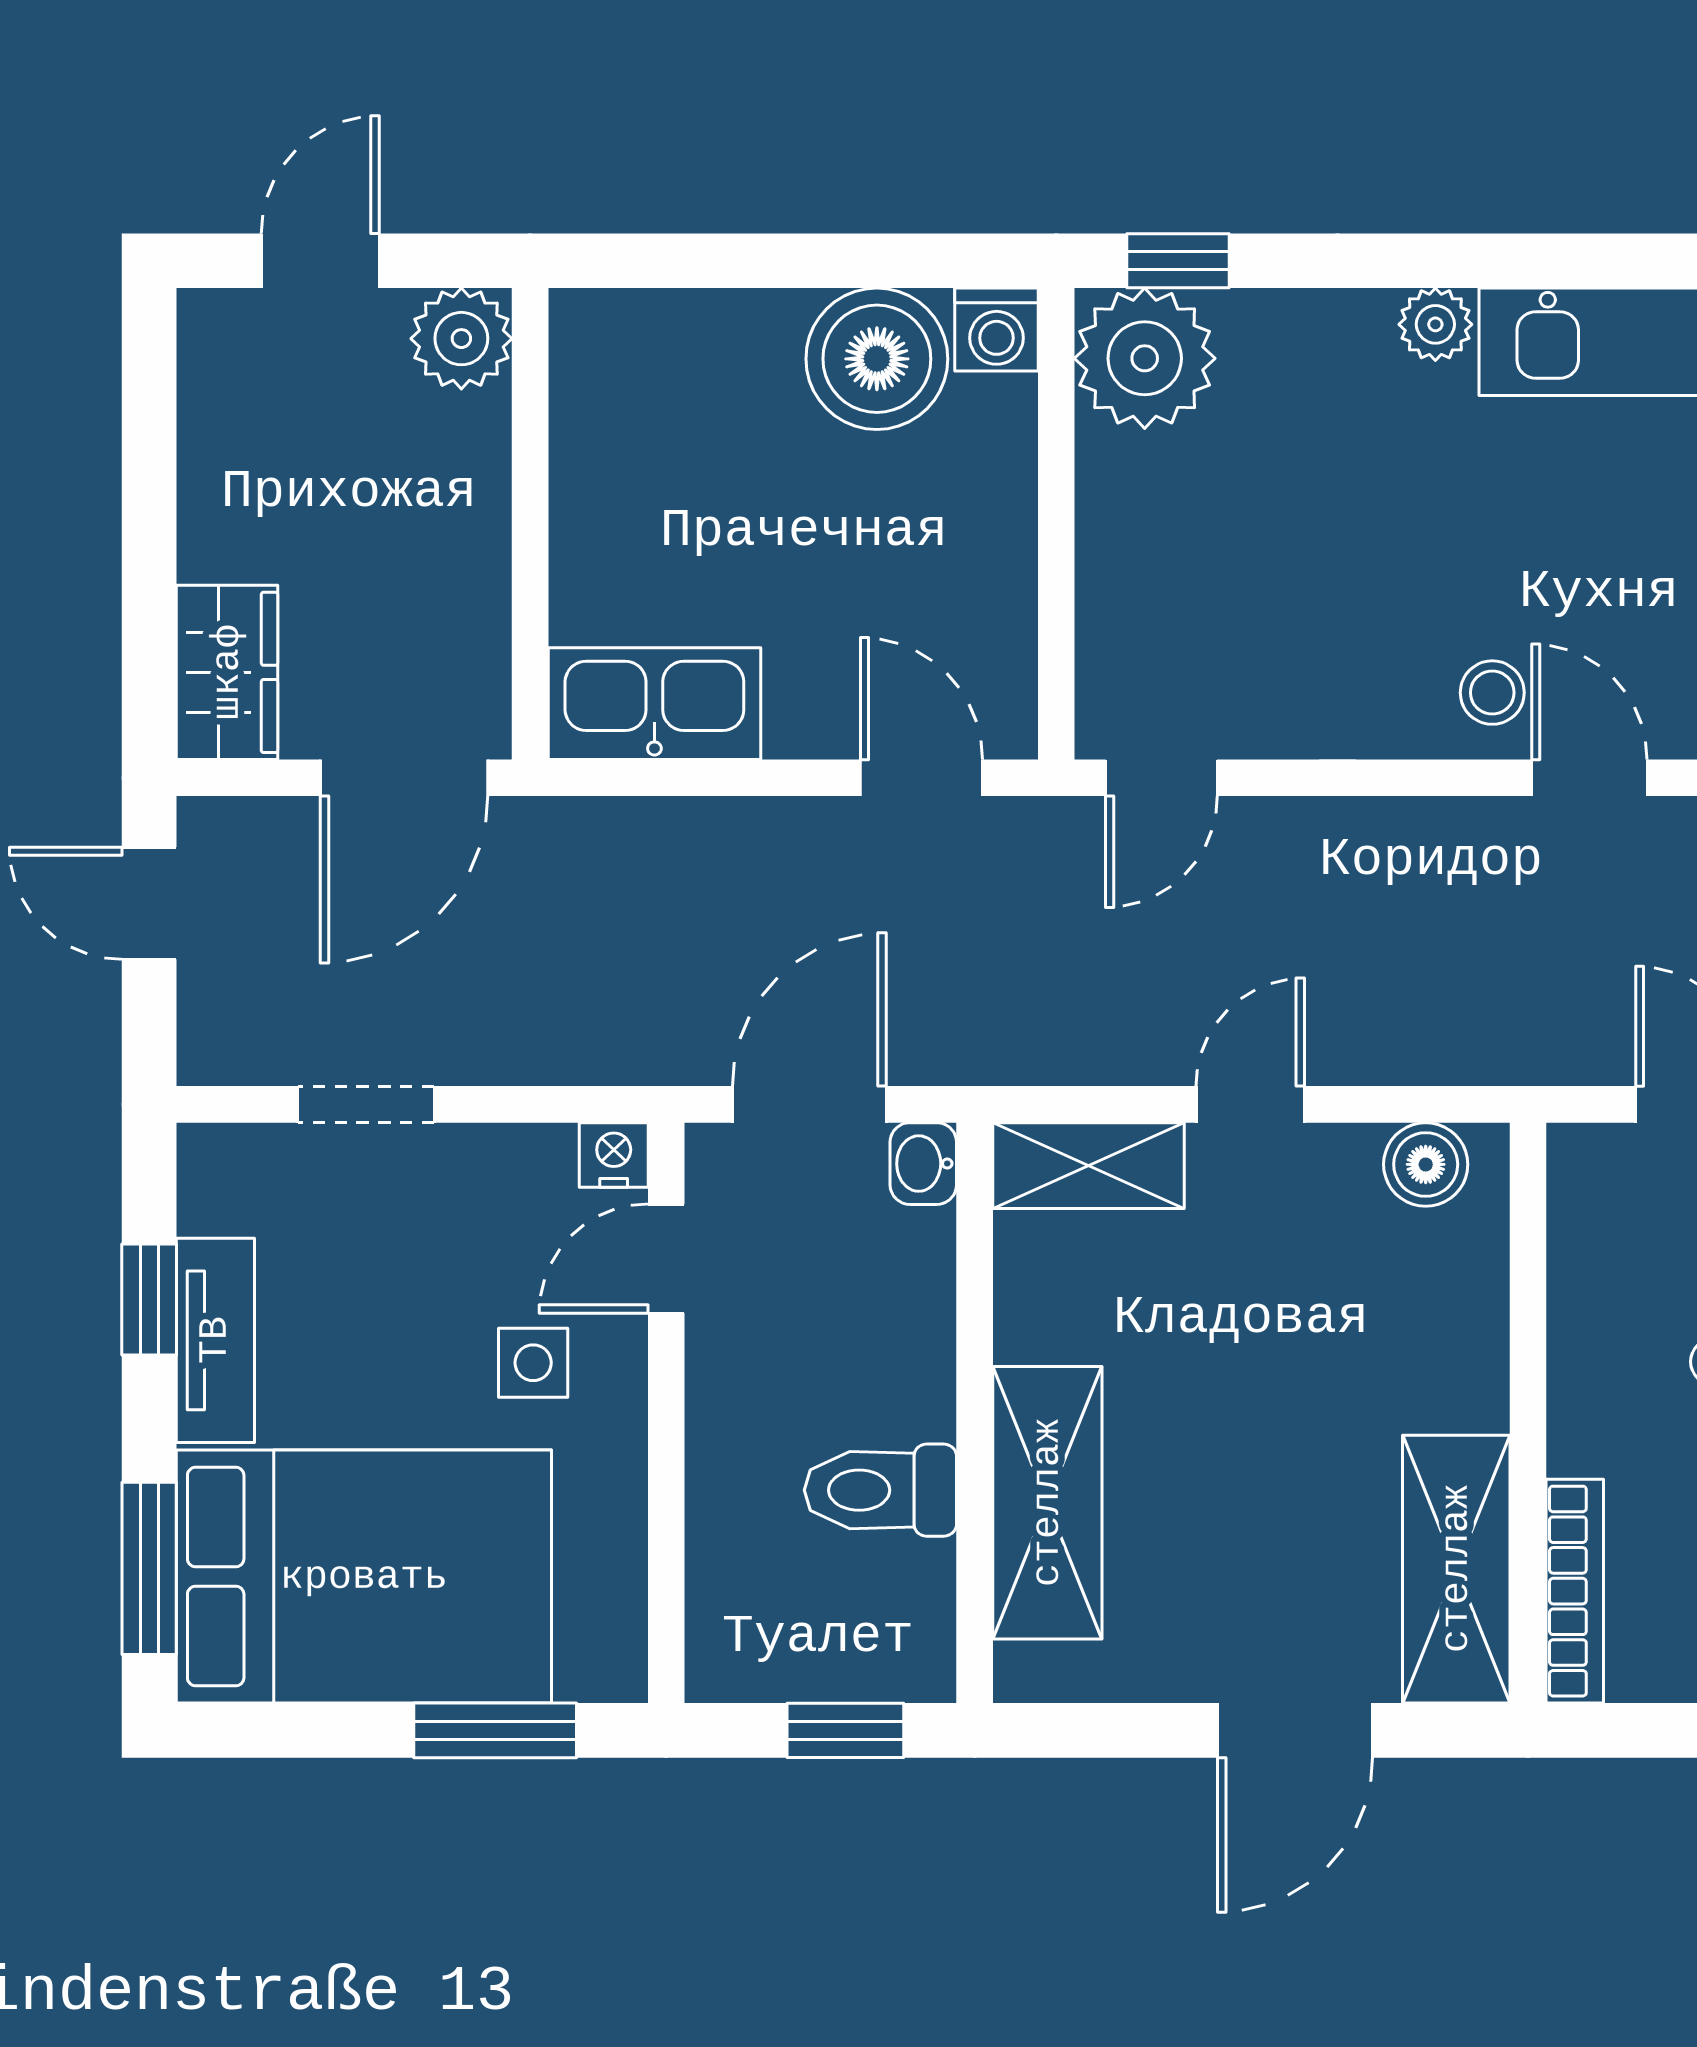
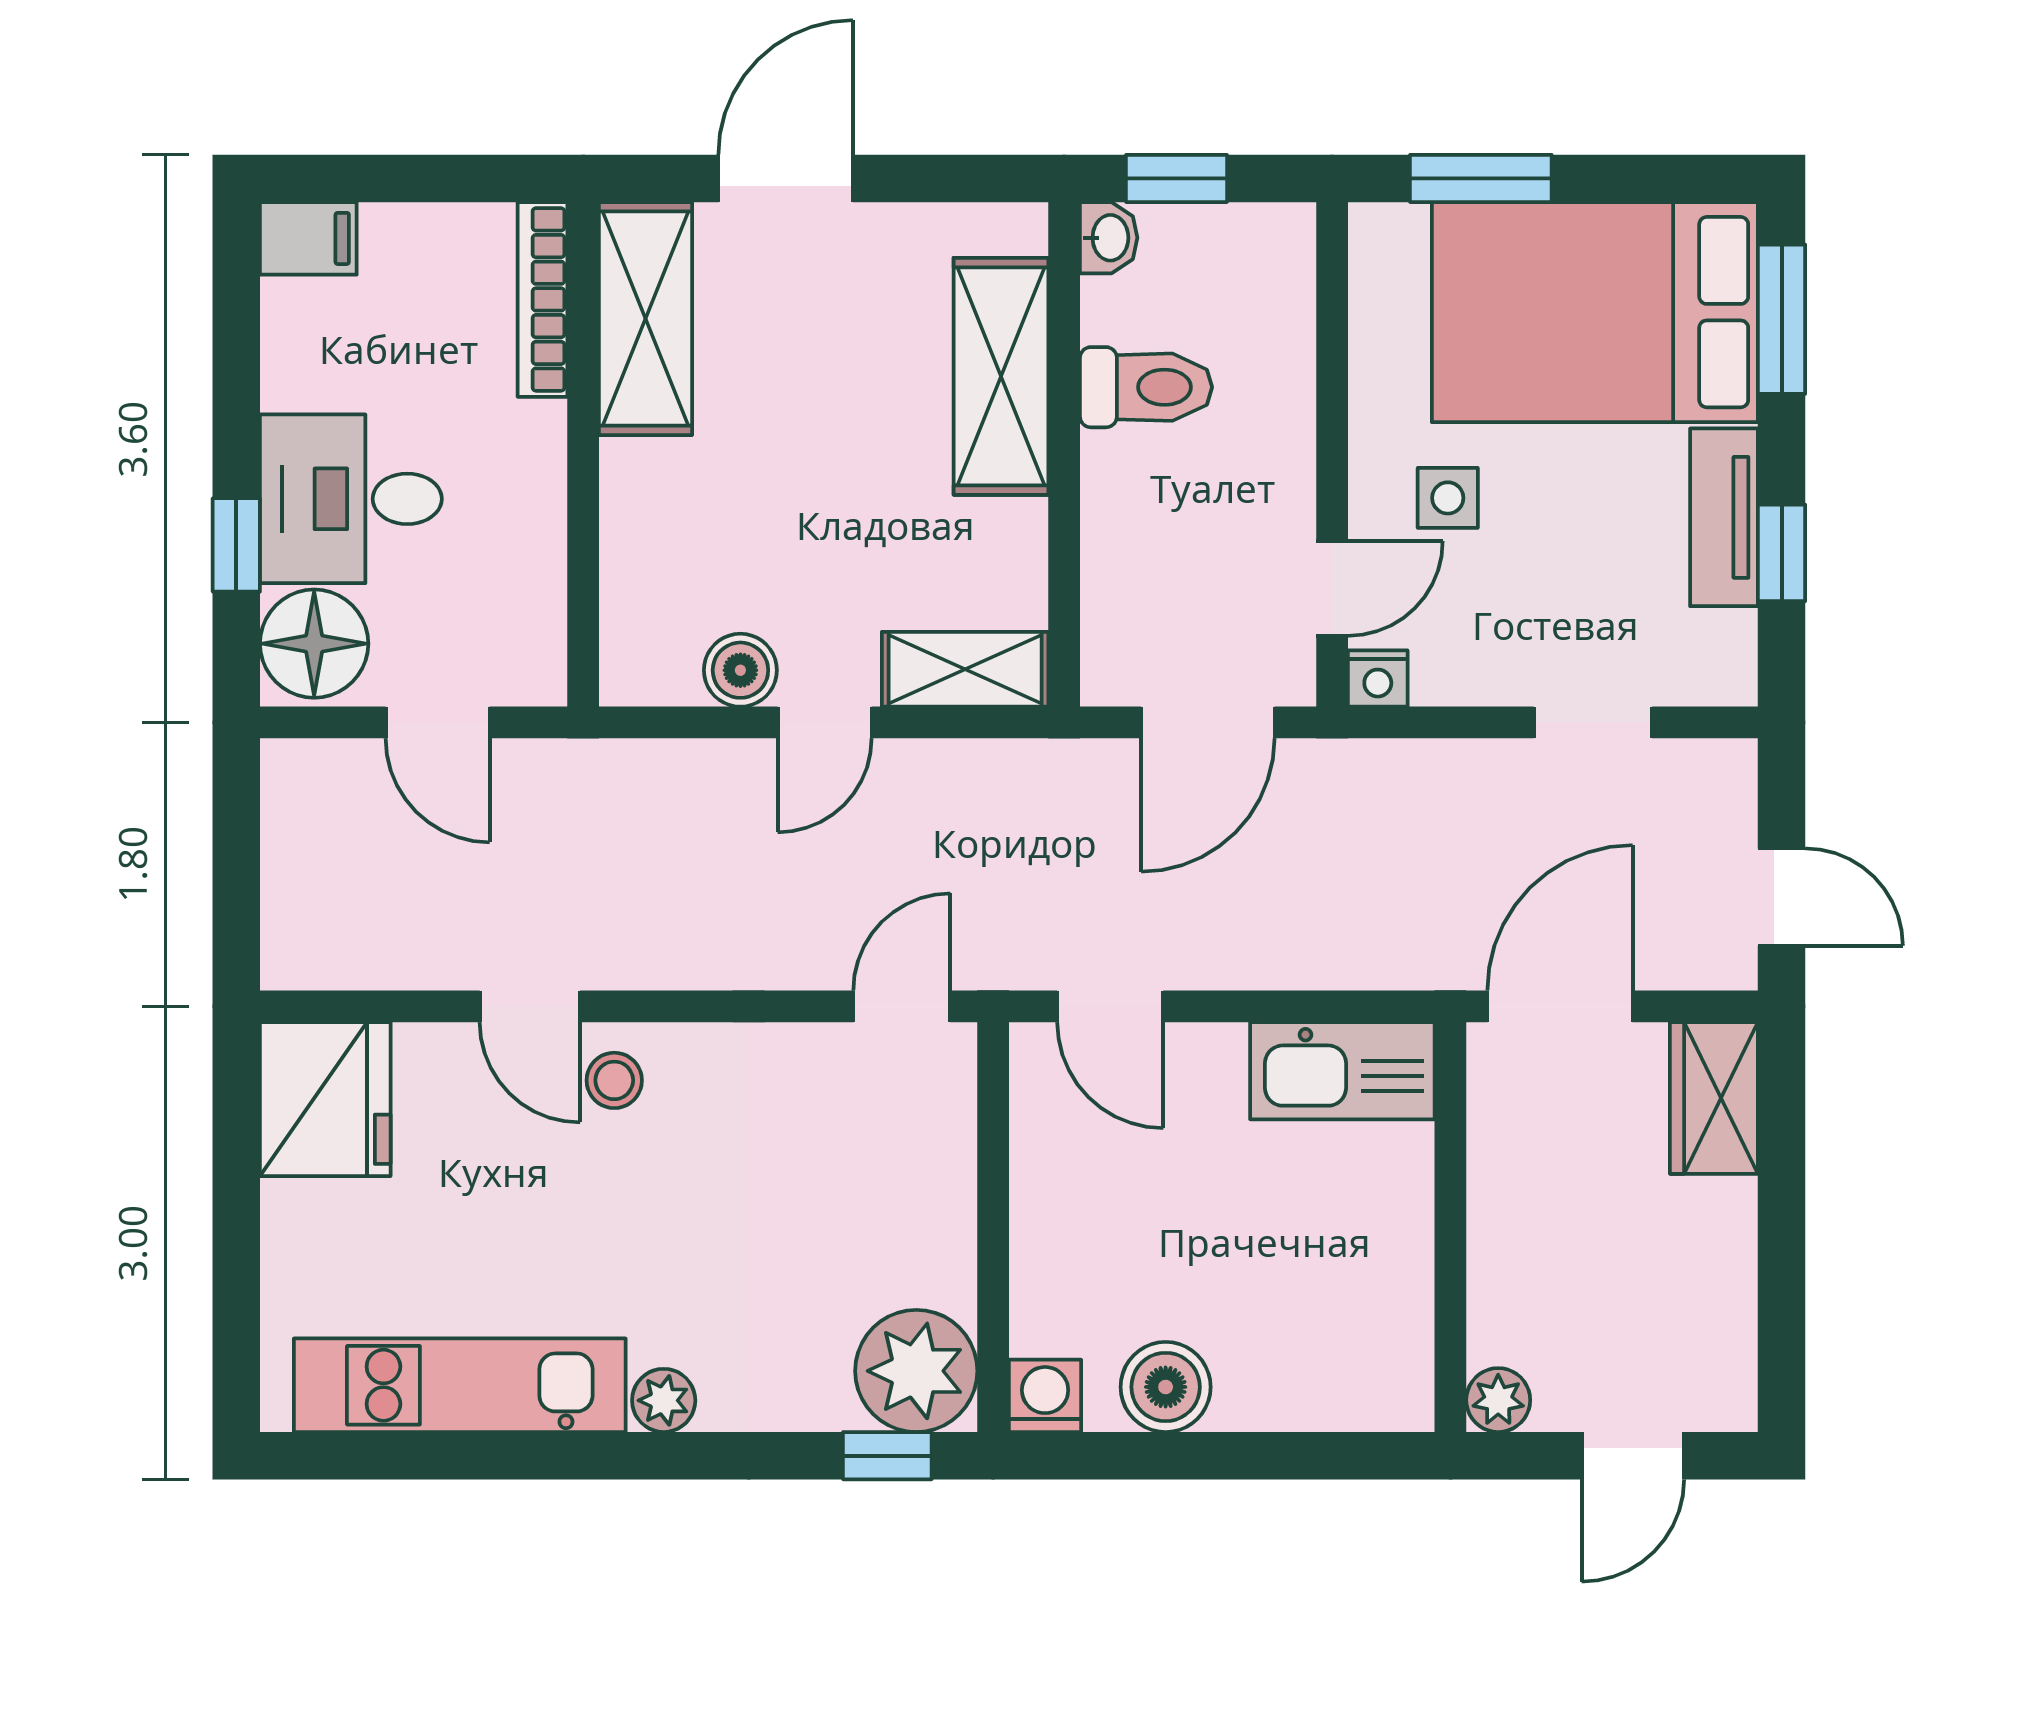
plant: (461, 339) -> (1498, 1400), width x0.73, depth x0.73
boiler: (877, 359) -> (1166, 1387), width x0.73, depth x0.73
washbasin: (923, 1164) -> (1109, 238), moved
boiler: (1426, 1164) -> (740, 670), moved

